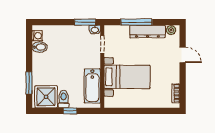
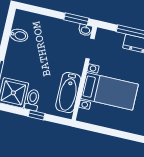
washing machine: (37, 36) -> (19, 22), removed

